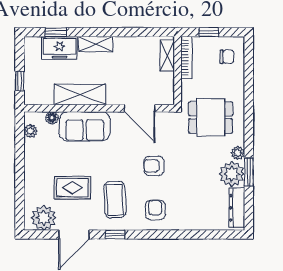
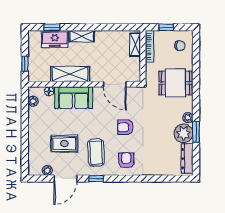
dining table: (211, 117) -> (175, 83), moved
plant: (44, 218) -> (47, 170), width x0.53, depth x0.53

